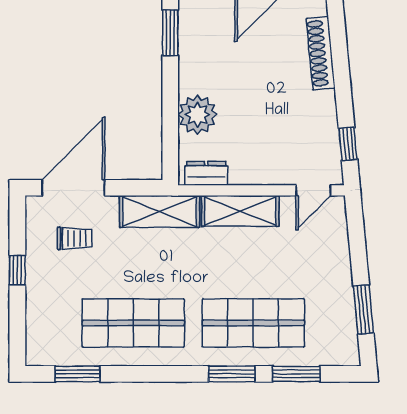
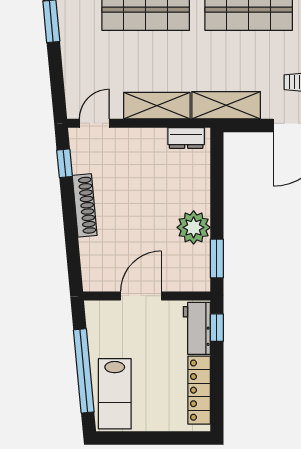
shoe rack: (321, 53) -> (85, 205), moved
plant: (198, 115) -> (194, 227), moved

